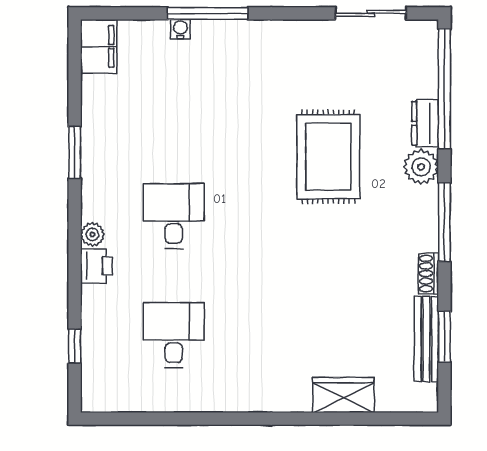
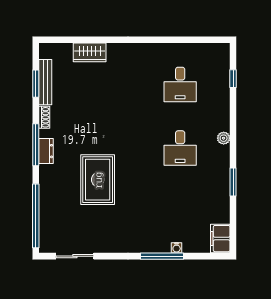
dresser: (425, 123) -> (46, 151), moved
plant: (421, 167) -> (48, 174), removed
printer: (96, 266) -> (221, 121), removed

